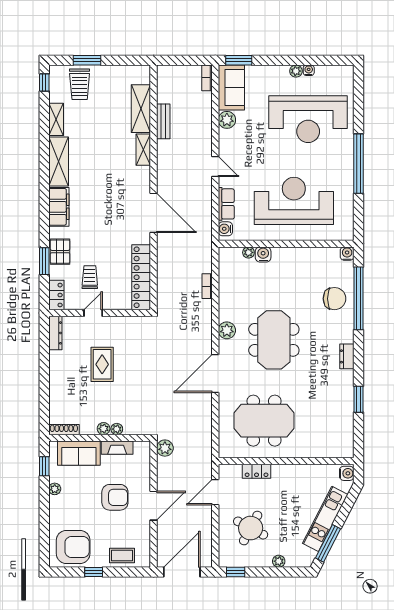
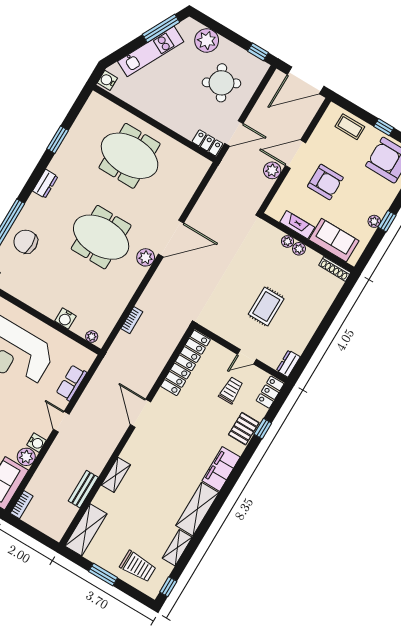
window: (87, 60) -> (103, 575), moved
trolley: (80, 84) -> (138, 566), turned 90
shelving: (141, 109) -> (86, 530), moved
door: (154, 213) -> (140, 413), width x0.73
water cooler: (225, 229) -> (36, 443), moved
plant: (248, 252) -> (92, 337), moved
window: (44, 261) -> (263, 429), width x0.67
trolley: (90, 277) -> (231, 390), turned 180
plant: (227, 330) -> (146, 257), moved
dresser: (55, 333) -> (288, 364), width x0.70
meeting table: (274, 340) -> (101, 237), turned 90
meeting table: (264, 421) -> (130, 156), moved
plant: (165, 448) -> (272, 170), moved
window: (44, 466) -> (387, 221), moved
locker: (257, 471) -> (207, 143), moved
armchair: (115, 497) -> (325, 182), turned 180
round table: (251, 528) -> (221, 83), turned 33
plant: (279, 561) -> (207, 40), width x1.87, depth x1.87

